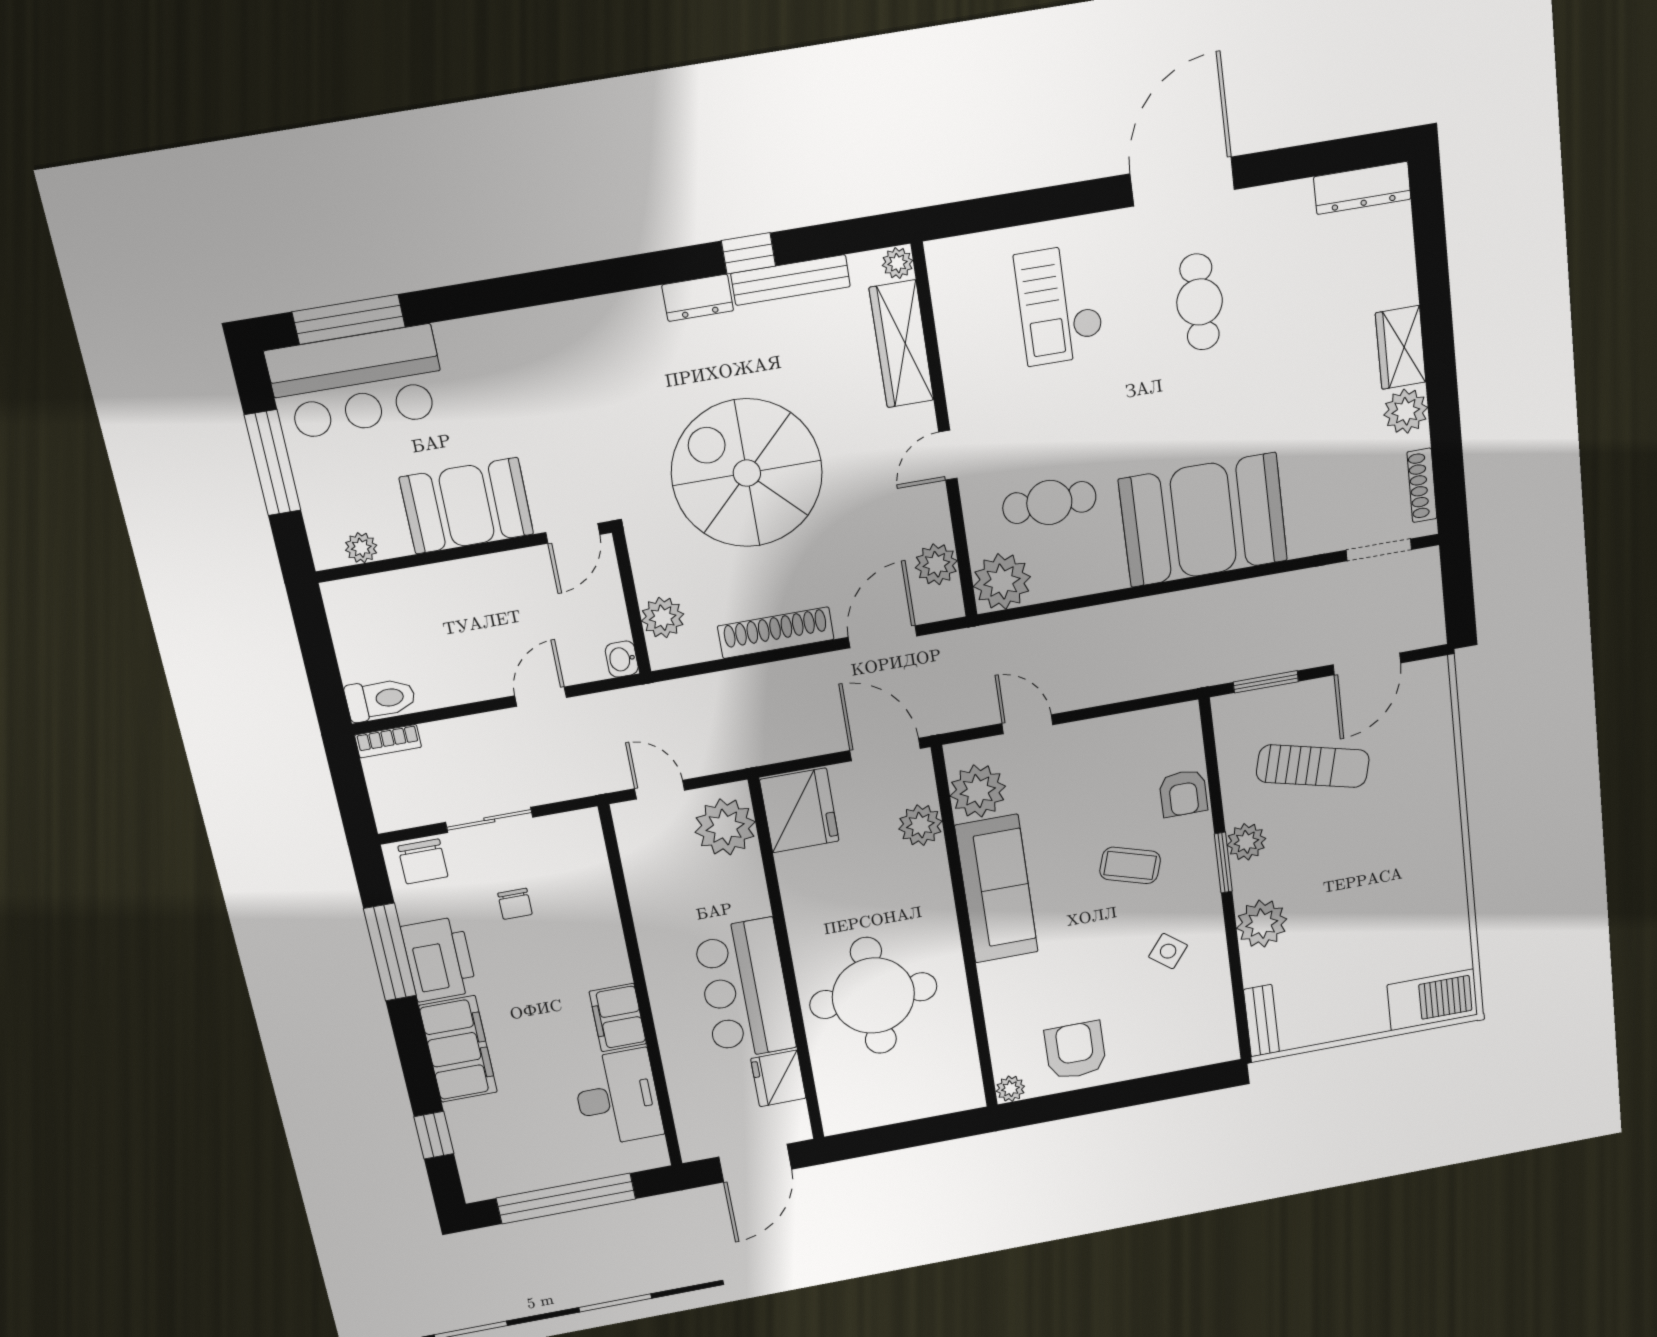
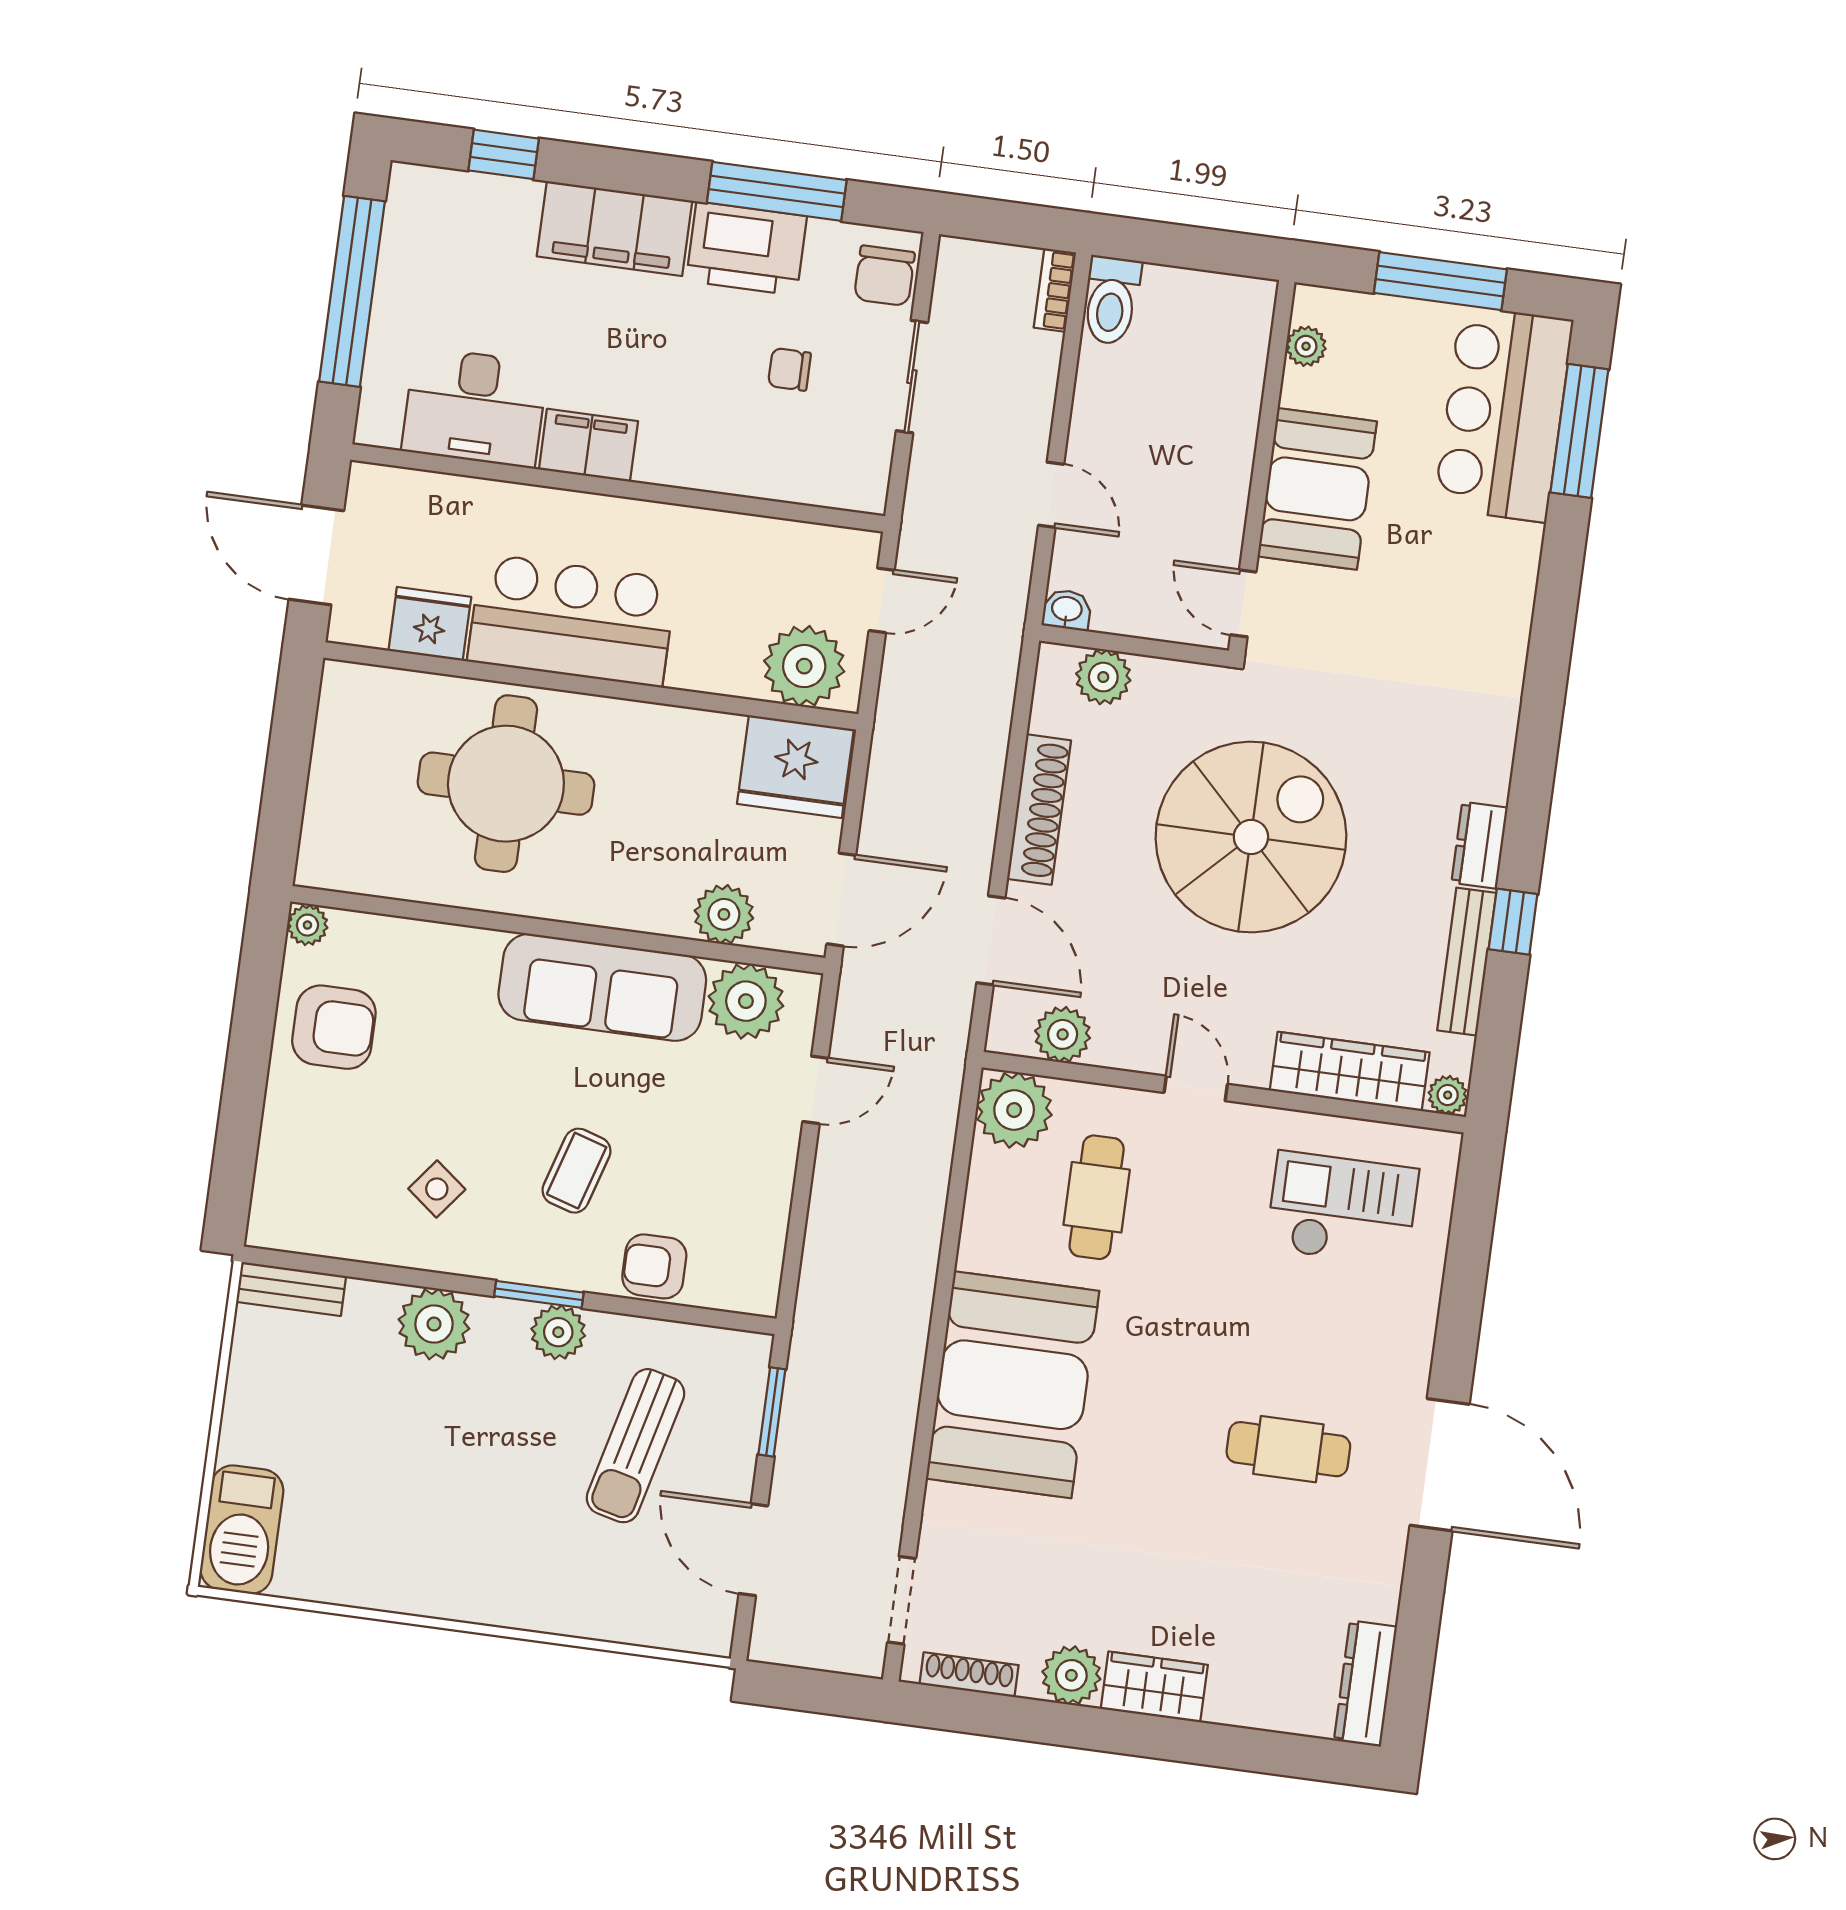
checkout: (1060, 305) -> (1342, 1209), moved
chair: (423, 861) -> (884, 276), turned -90

